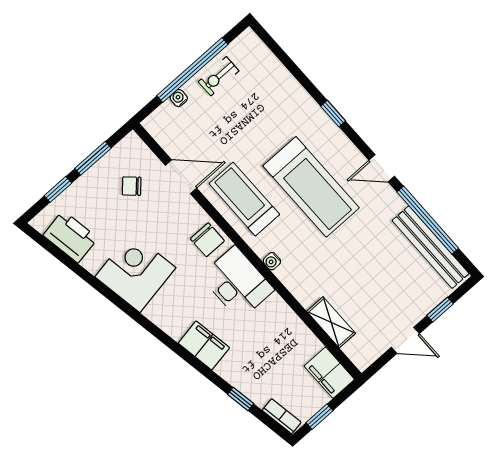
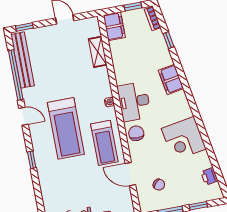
treadmill: (311, 187) -> (66, 128), turned 180
printer: (70, 237) -> (209, 176), width x0.53, depth x0.68
window: (440, 310) -> (24, 27), moved

